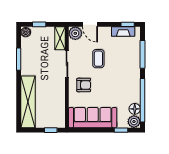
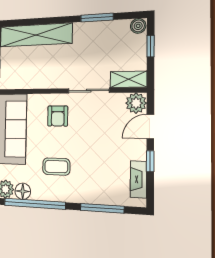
window: (128, 24) -> (150, 161), moved
coffee table: (98, 59) -> (56, 167), moved

